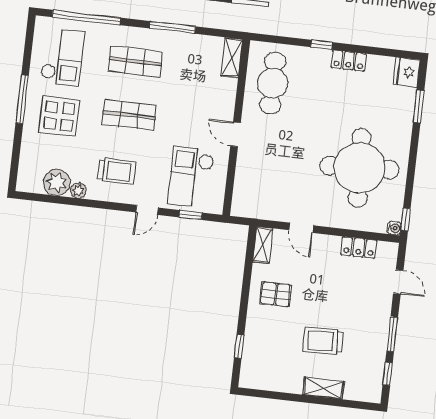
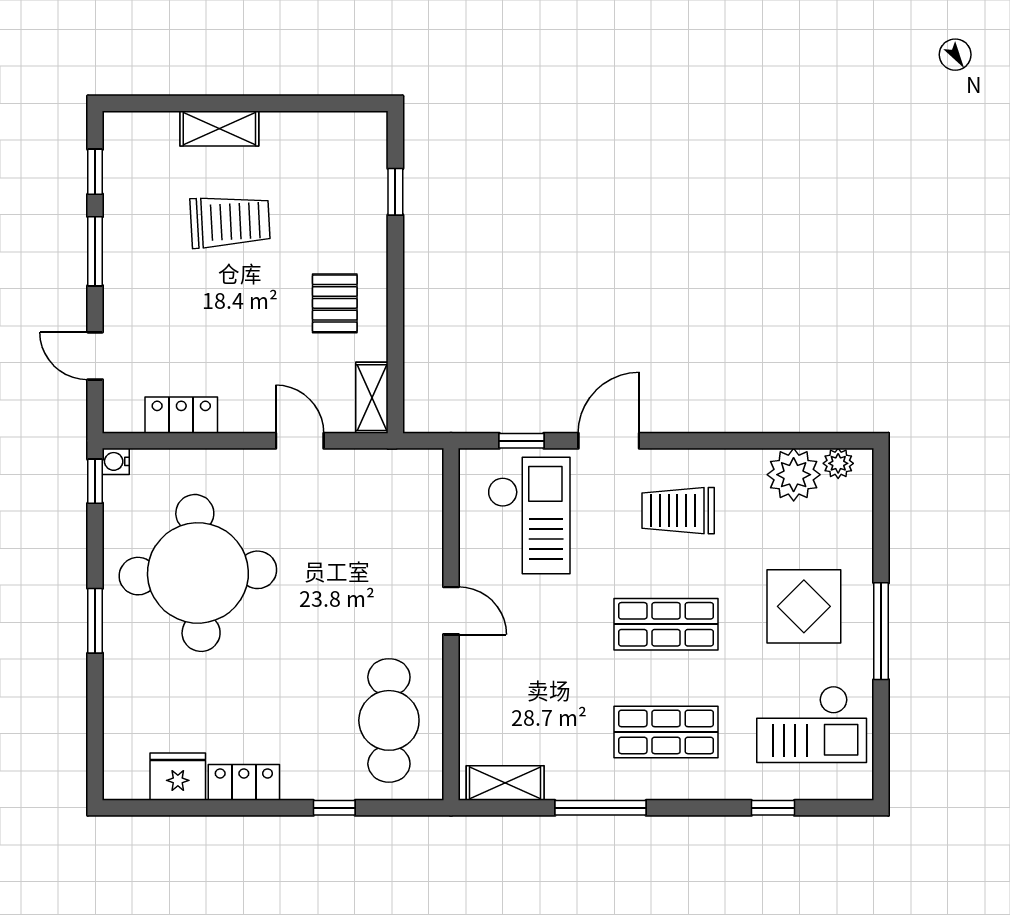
window: (86, 17) -> (773, 808), width x0.32
window: (321, 45) -> (334, 808), moved
checkout: (62, 57) -> (812, 724), turned -90
shelving: (232, 58) -> (505, 783), moved, turned 90
fridge: (407, 72) -> (178, 777), moved, turned -90
window: (419, 106) -> (95, 621), moved
plant: (78, 191) -> (838, 463), moved
door: (147, 210) -> (609, 441), width x1.38
pallet: (276, 294) -> (335, 303), turned 90

